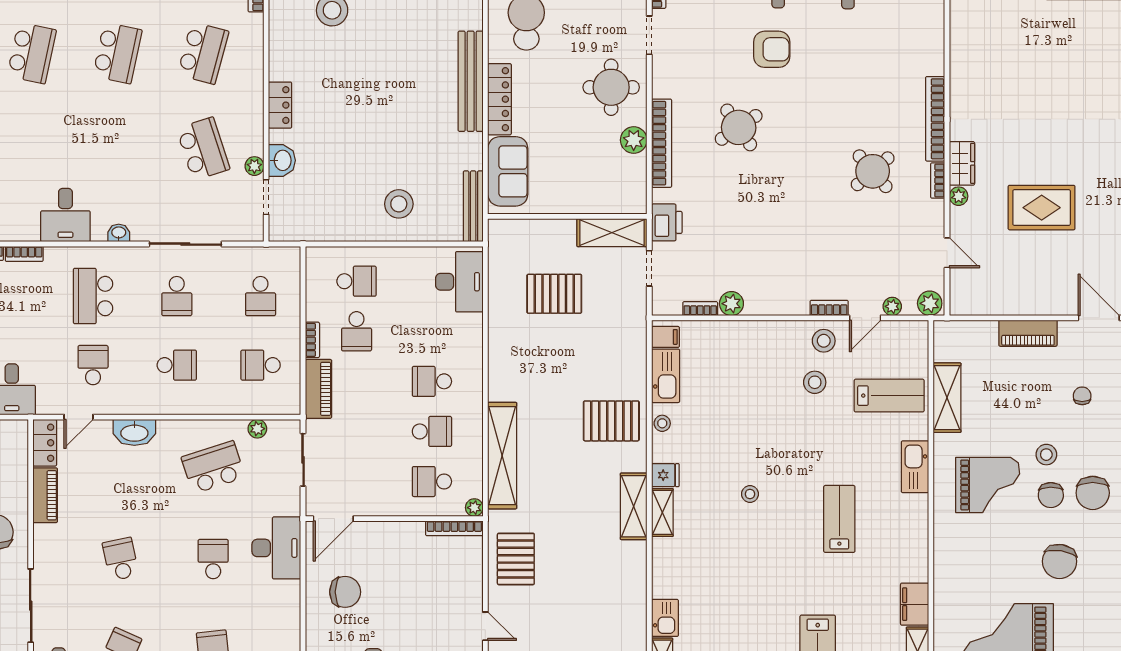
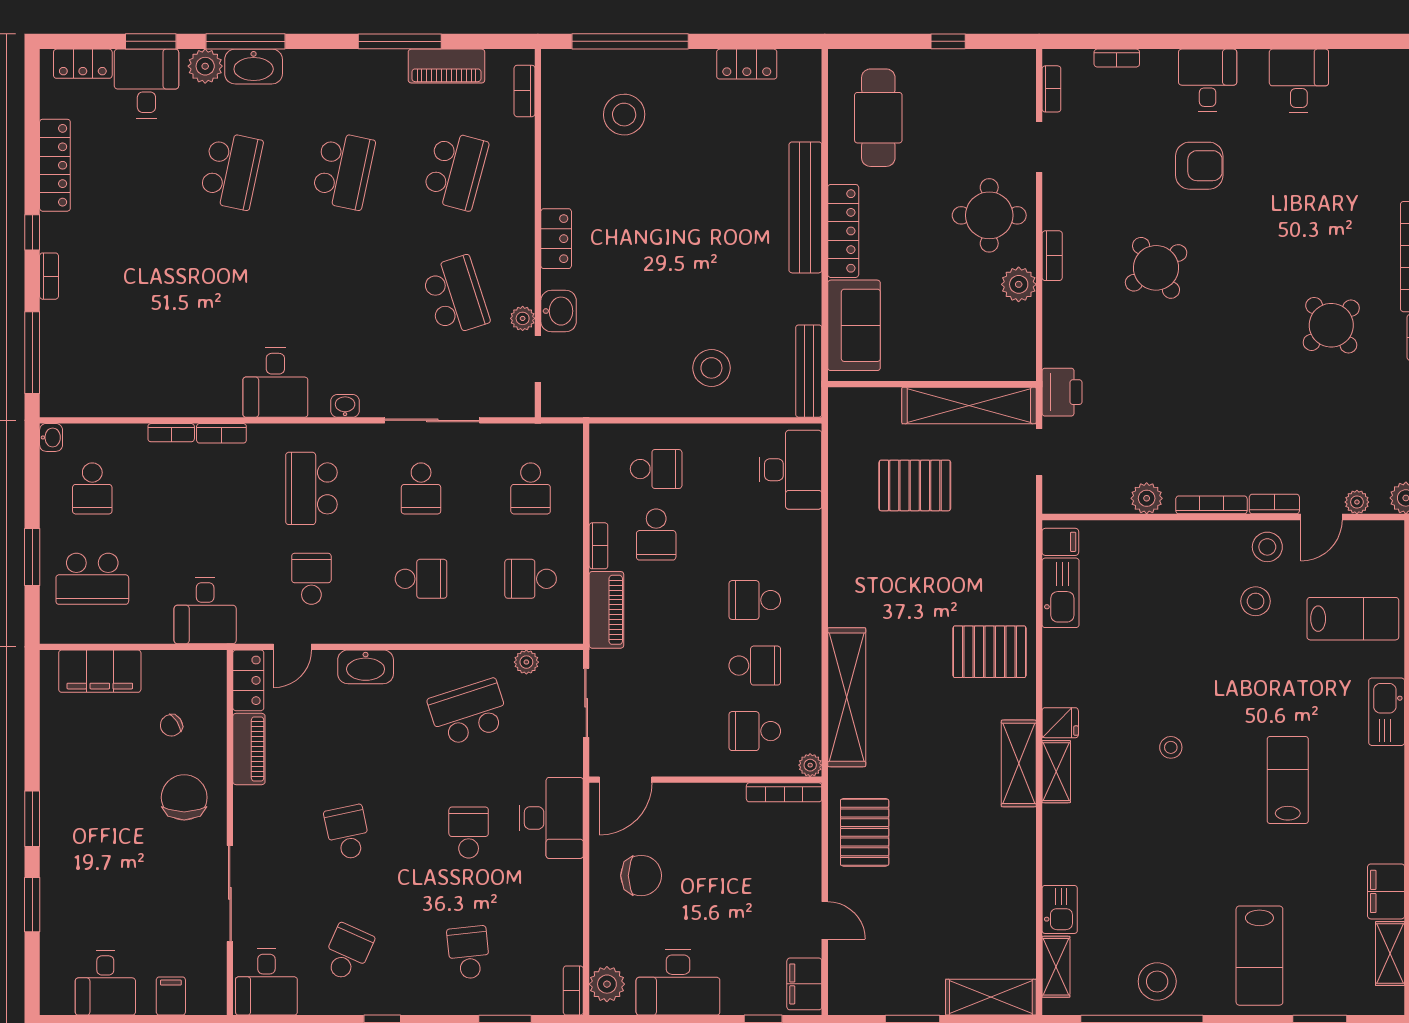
bookcase: (662, 143) -> (1052, 256), width x0.43, depth x0.76
shelving: (612, 233) -> (969, 405), width x1.47
bookcase: (700, 309) -> (1211, 505), moved, width x1.56
stool: (662, 423) -> (1056, 655), removed

